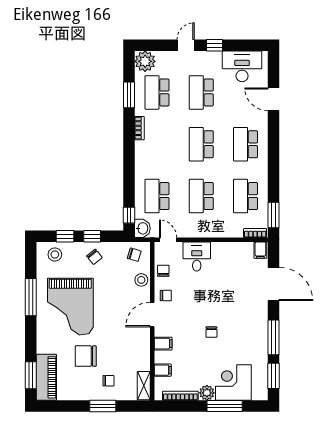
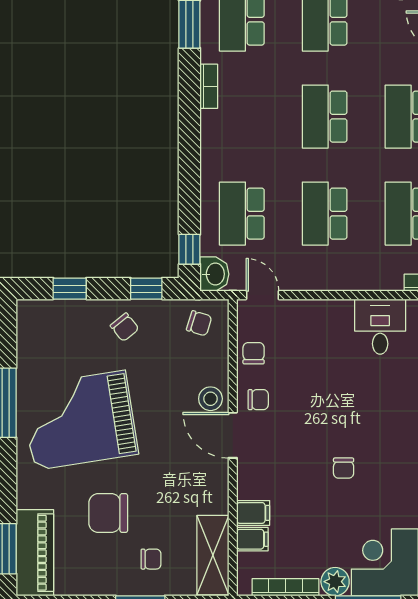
window: (92, 236) -> (146, 289), moved
stool: (55, 255) -> (51, 323), removed
desk: (197, 257) -> (380, 327), moved
stool: (141, 280) -> (210, 399), moved
grand piano: (70, 307) -> (80, 420), turned 81
door: (152, 315) -> (233, 435), hinge flipped
filing cabinet: (163, 344) -> (253, 513), moved
shelving: (144, 386) -> (213, 555), width x1.50, depth x1.33

